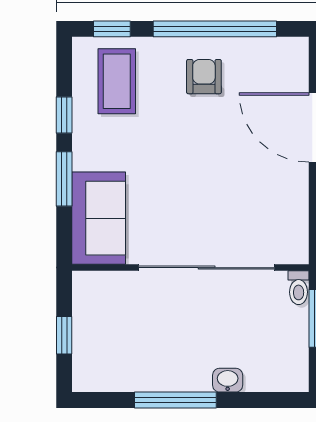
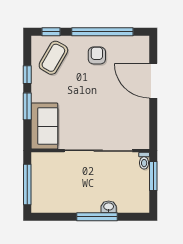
coffee table: (117, 81) -> (53, 58), turned 30
window: (64, 335) -> (27, 184), width x2.17
window: (175, 400) -> (97, 217), moved

